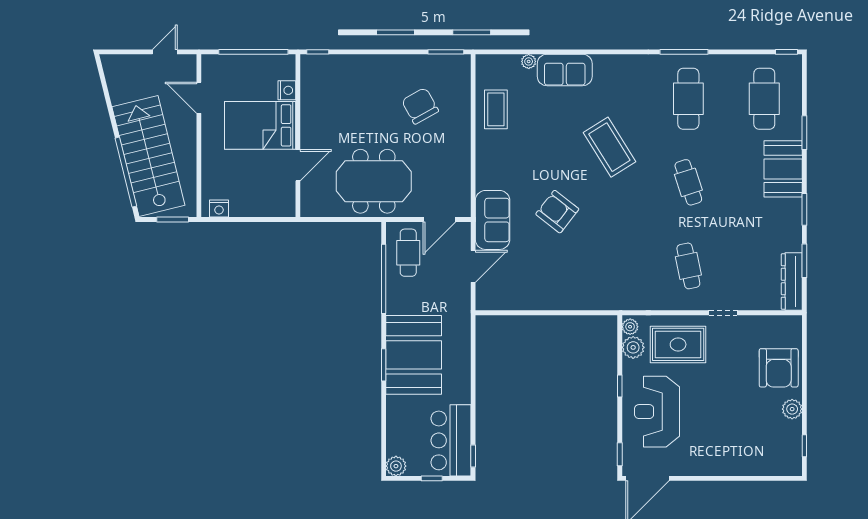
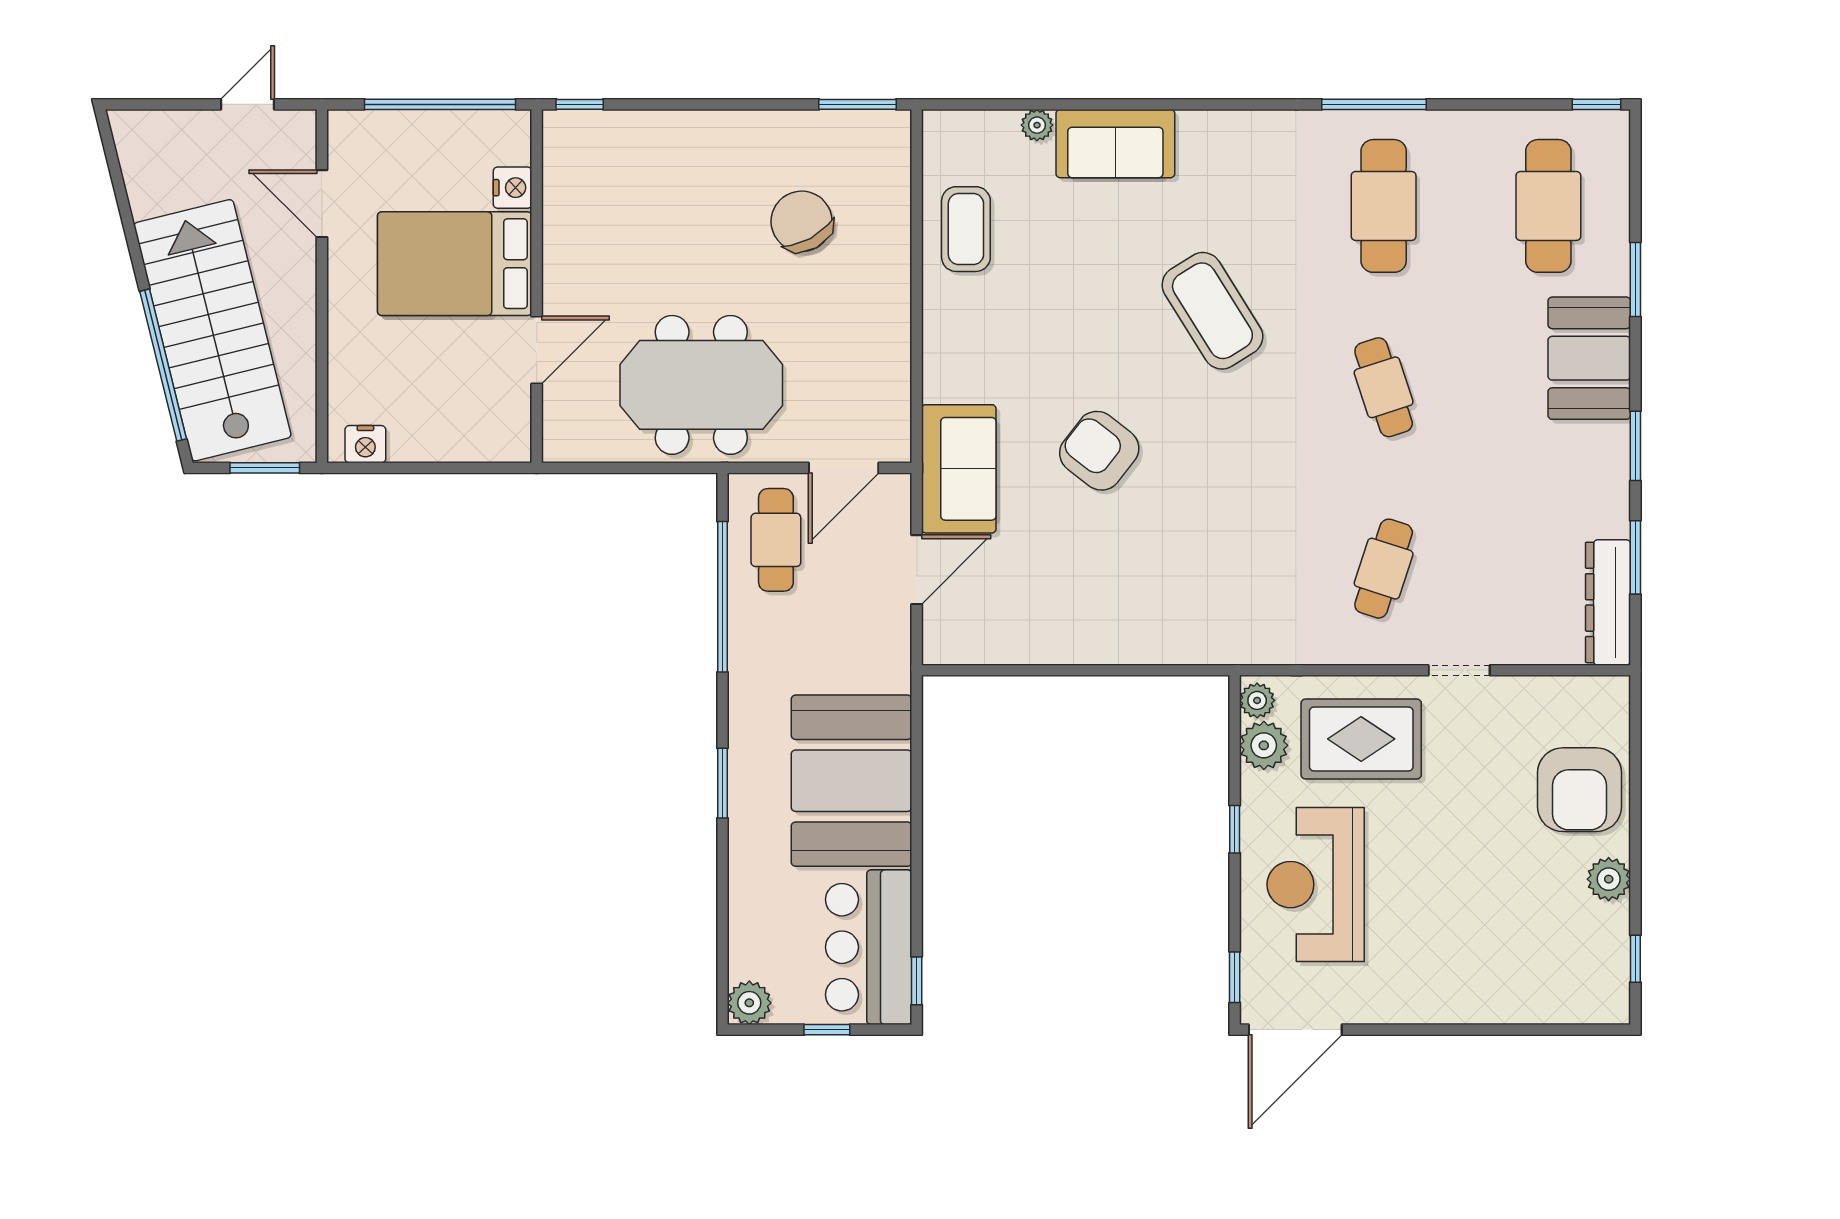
cafe table: (688, 266) -> (1384, 569), turned 30
booth: (414, 355) -> (852, 781), moved

